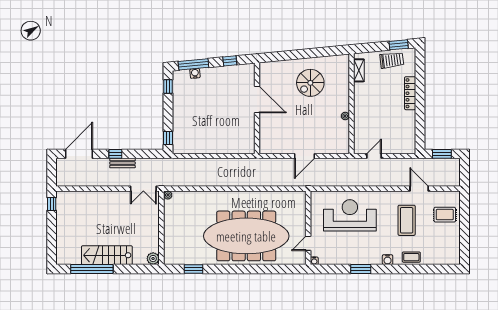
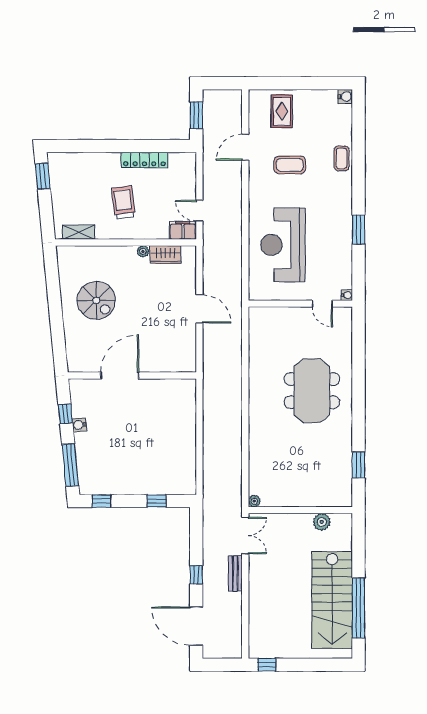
trolley: (392, 60) -> (123, 202), moved
water cooler: (195, 73) -> (79, 425), moved
locker: (410, 93) -> (144, 160), moved
wardrobe: (343, 132) -> (166, 254), added
window: (168, 138) -> (157, 501), moved
filing cabinet: (360, 144) -> (183, 230), added
bench: (122, 163) -> (235, 573), moved
coffee table: (407, 220) -> (290, 165), width x0.73, depth x0.76
meeting table: (246, 236) -> (312, 391), width x0.54, depth x0.79
stairs: (107, 255) -> (332, 600), width x1.36, depth x1.51
plant: (153, 259) -> (322, 522), moved
water cooler: (388, 260) -> (345, 97), moved

